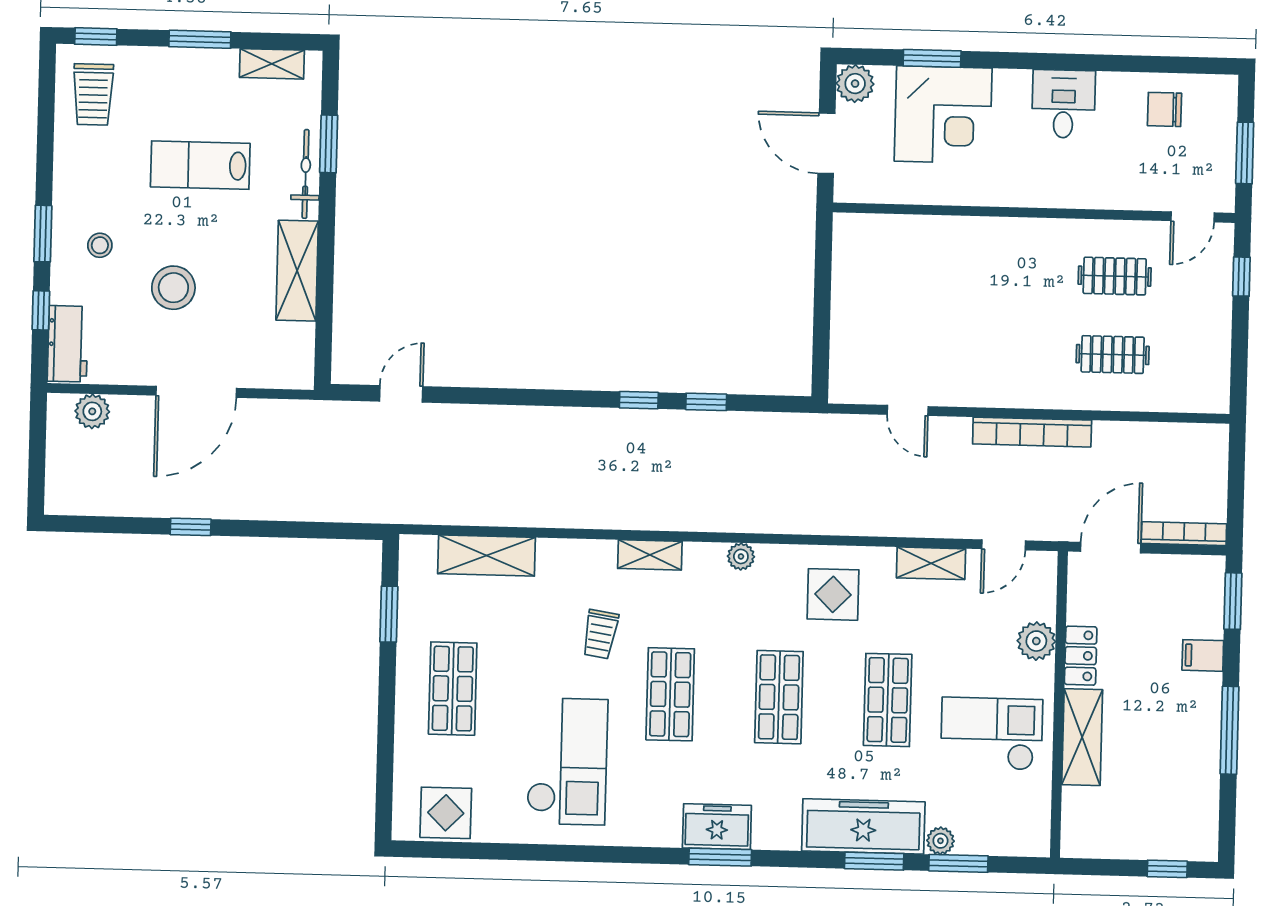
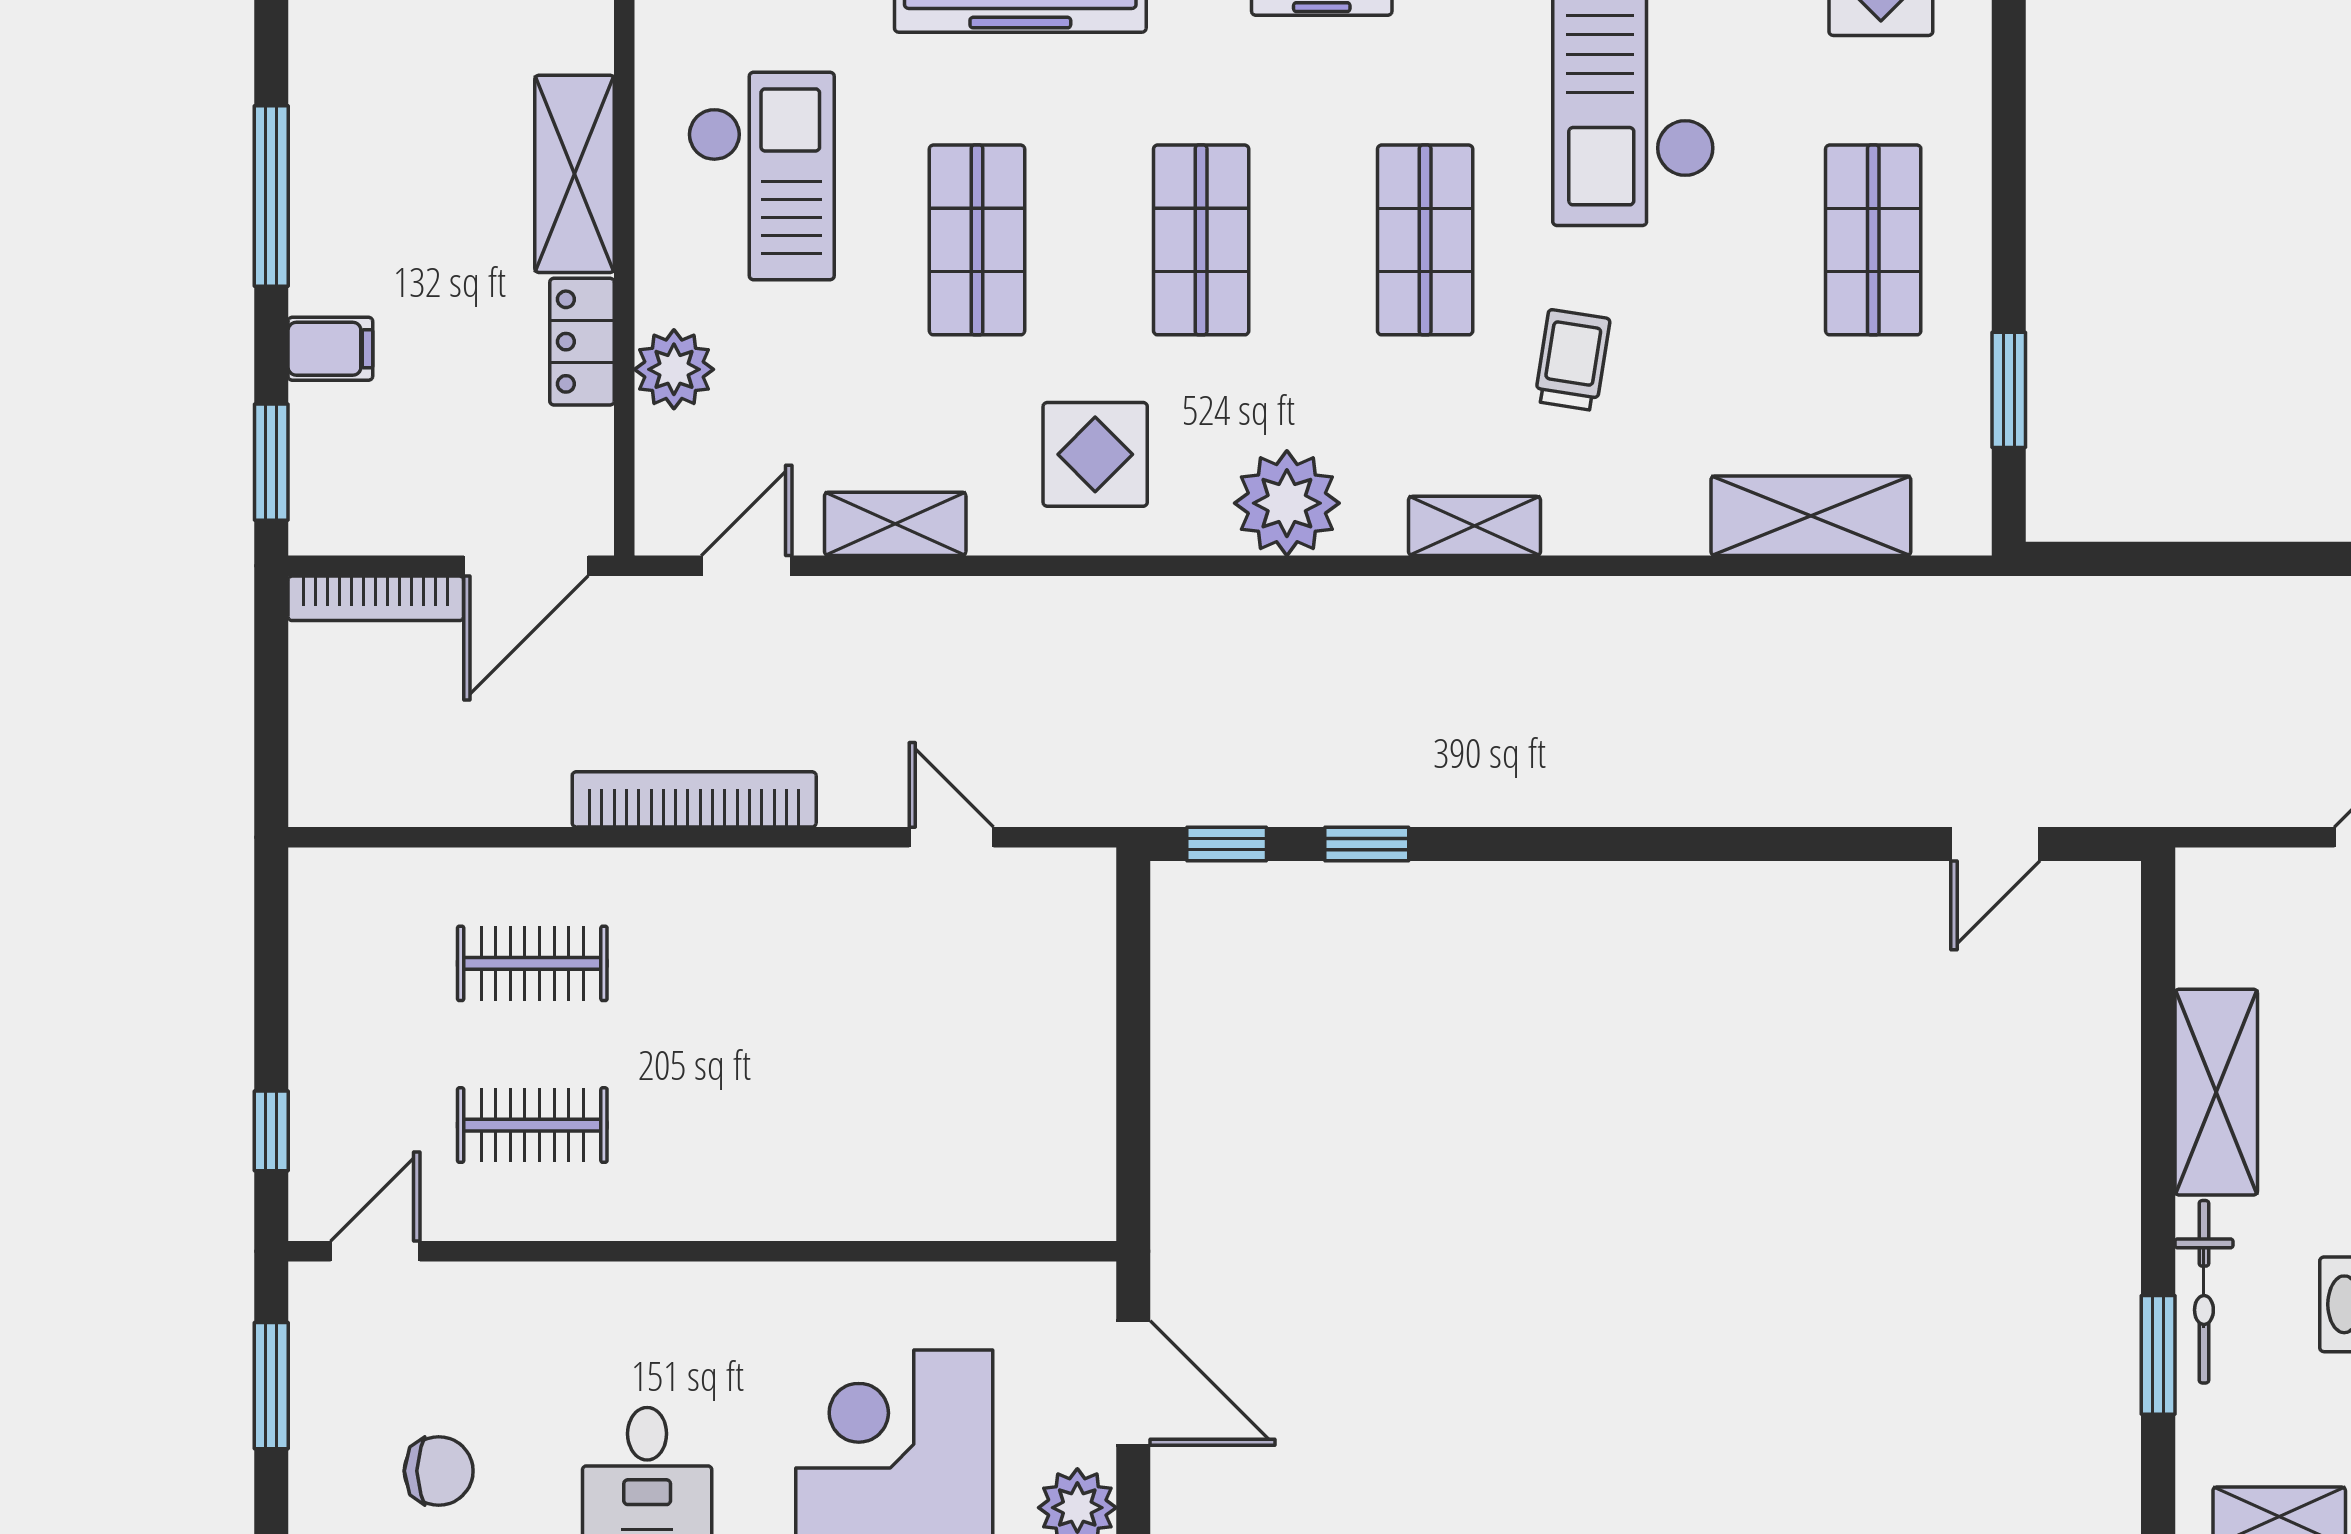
window: (639, 400) -> (1227, 844), moved
plant: (741, 556) -> (1287, 503), width x1.88, depth x1.88
checkout: (992, 734) -> (761, 176), turned -90

